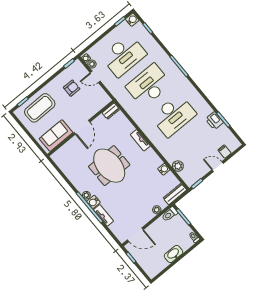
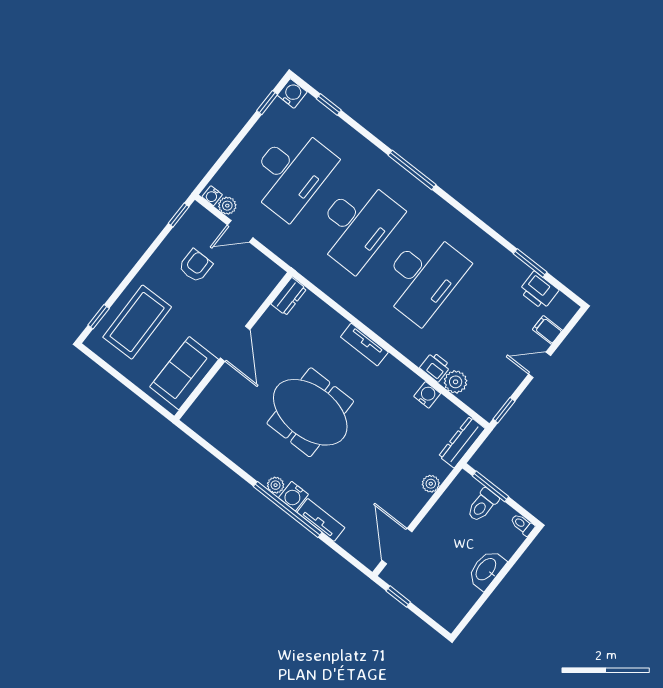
desk: (149, 85) -> (357, 225), turned 180
printer: (214, 121) -> (539, 291), moved
printer: (170, 157) -> (435, 367), added
toilet: (170, 214) -> (483, 505), moved
door: (135, 235) -> (397, 546), swing flipped

